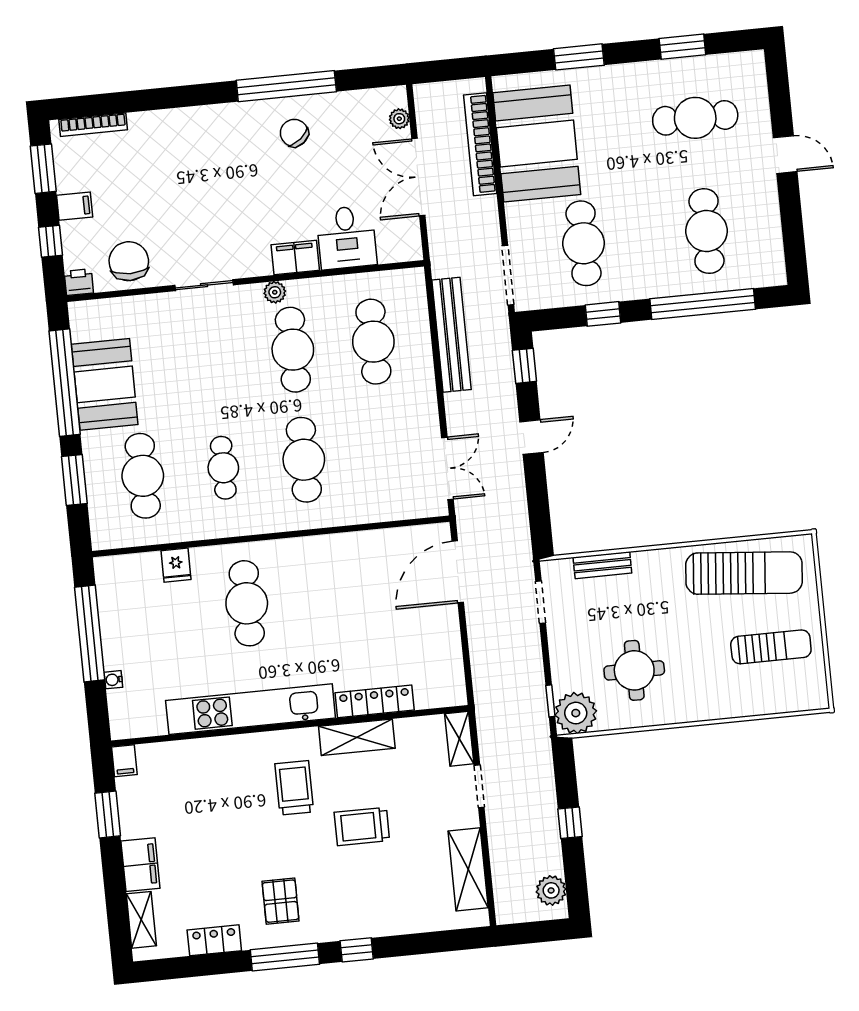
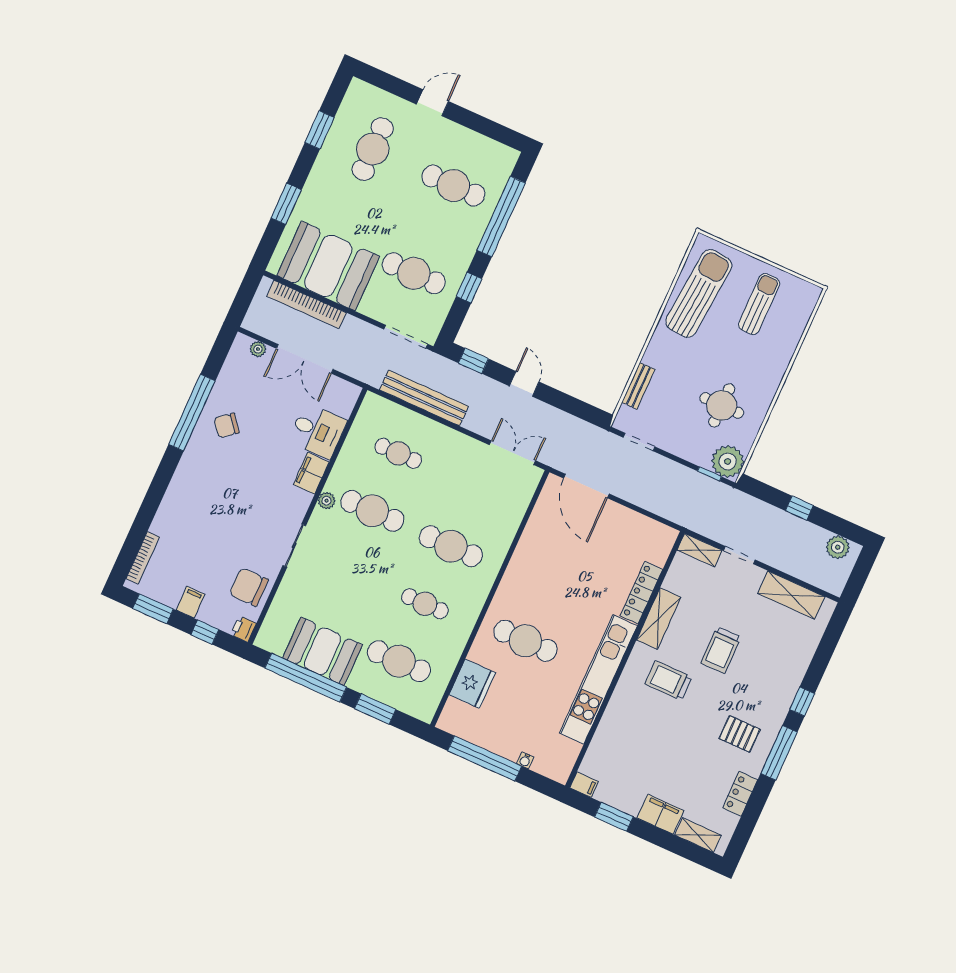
cafe table: (373, 342) -> (398, 453), width x0.73, depth x0.74
fridge: (176, 565) -> (472, 684), width x1.88, depth x1.34

